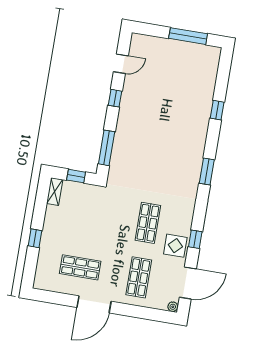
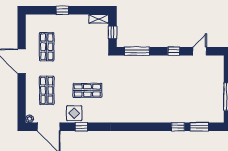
door: (121, 64) -> (200, 51), swing flipped
window: (207, 171) -> (199, 127), moved
shop shelf: (139, 277) -> (47, 90), turned 90

